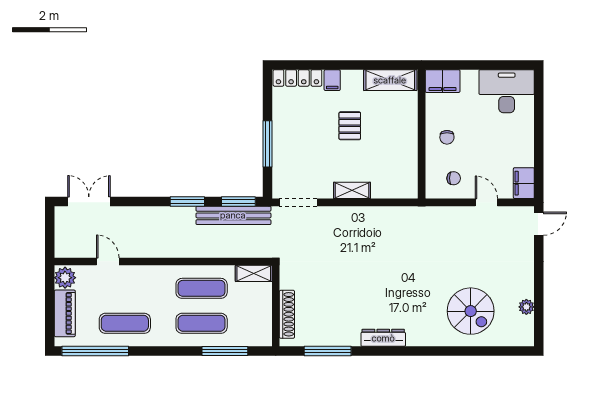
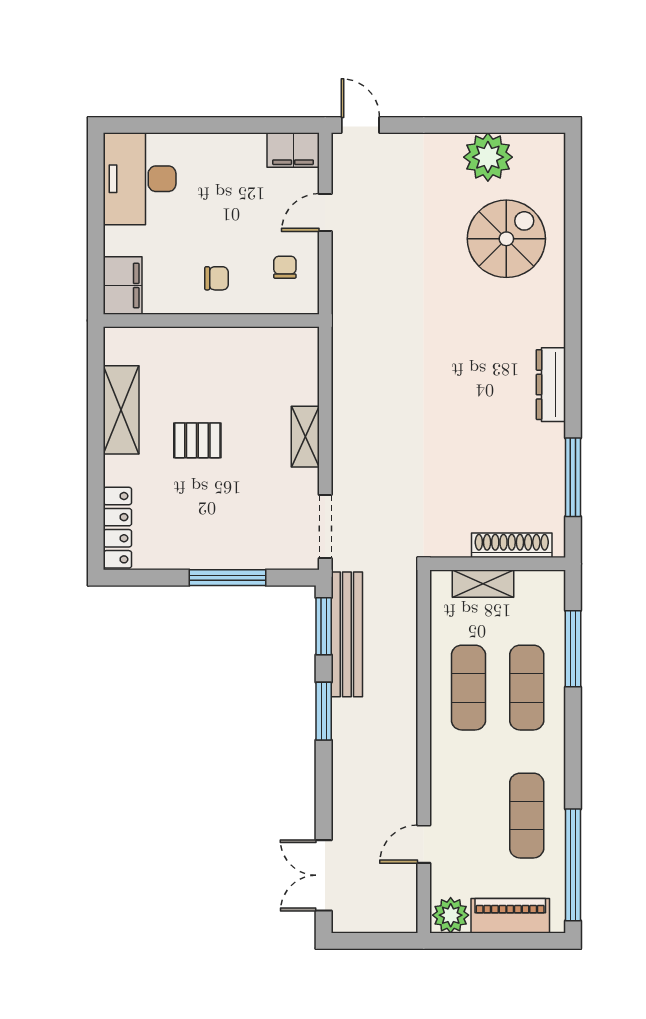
filing cabinet: (332, 80) -> (121, 470), removed
shelving: (390, 80) -> (121, 410), moved
shelving: (254, 273) -> (483, 584), moved, turned 90
plant: (526, 307) -> (488, 157), width x1.88, depth x1.88

